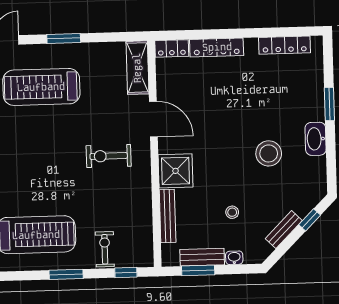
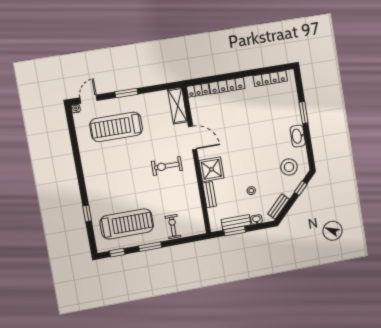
stool: (269, 153) -> (289, 167), moved
bench: (168, 216) -> (210, 195), width x0.73
bench: (284, 230) -> (278, 207), moved
window: (126, 273) -> (117, 253), moved

